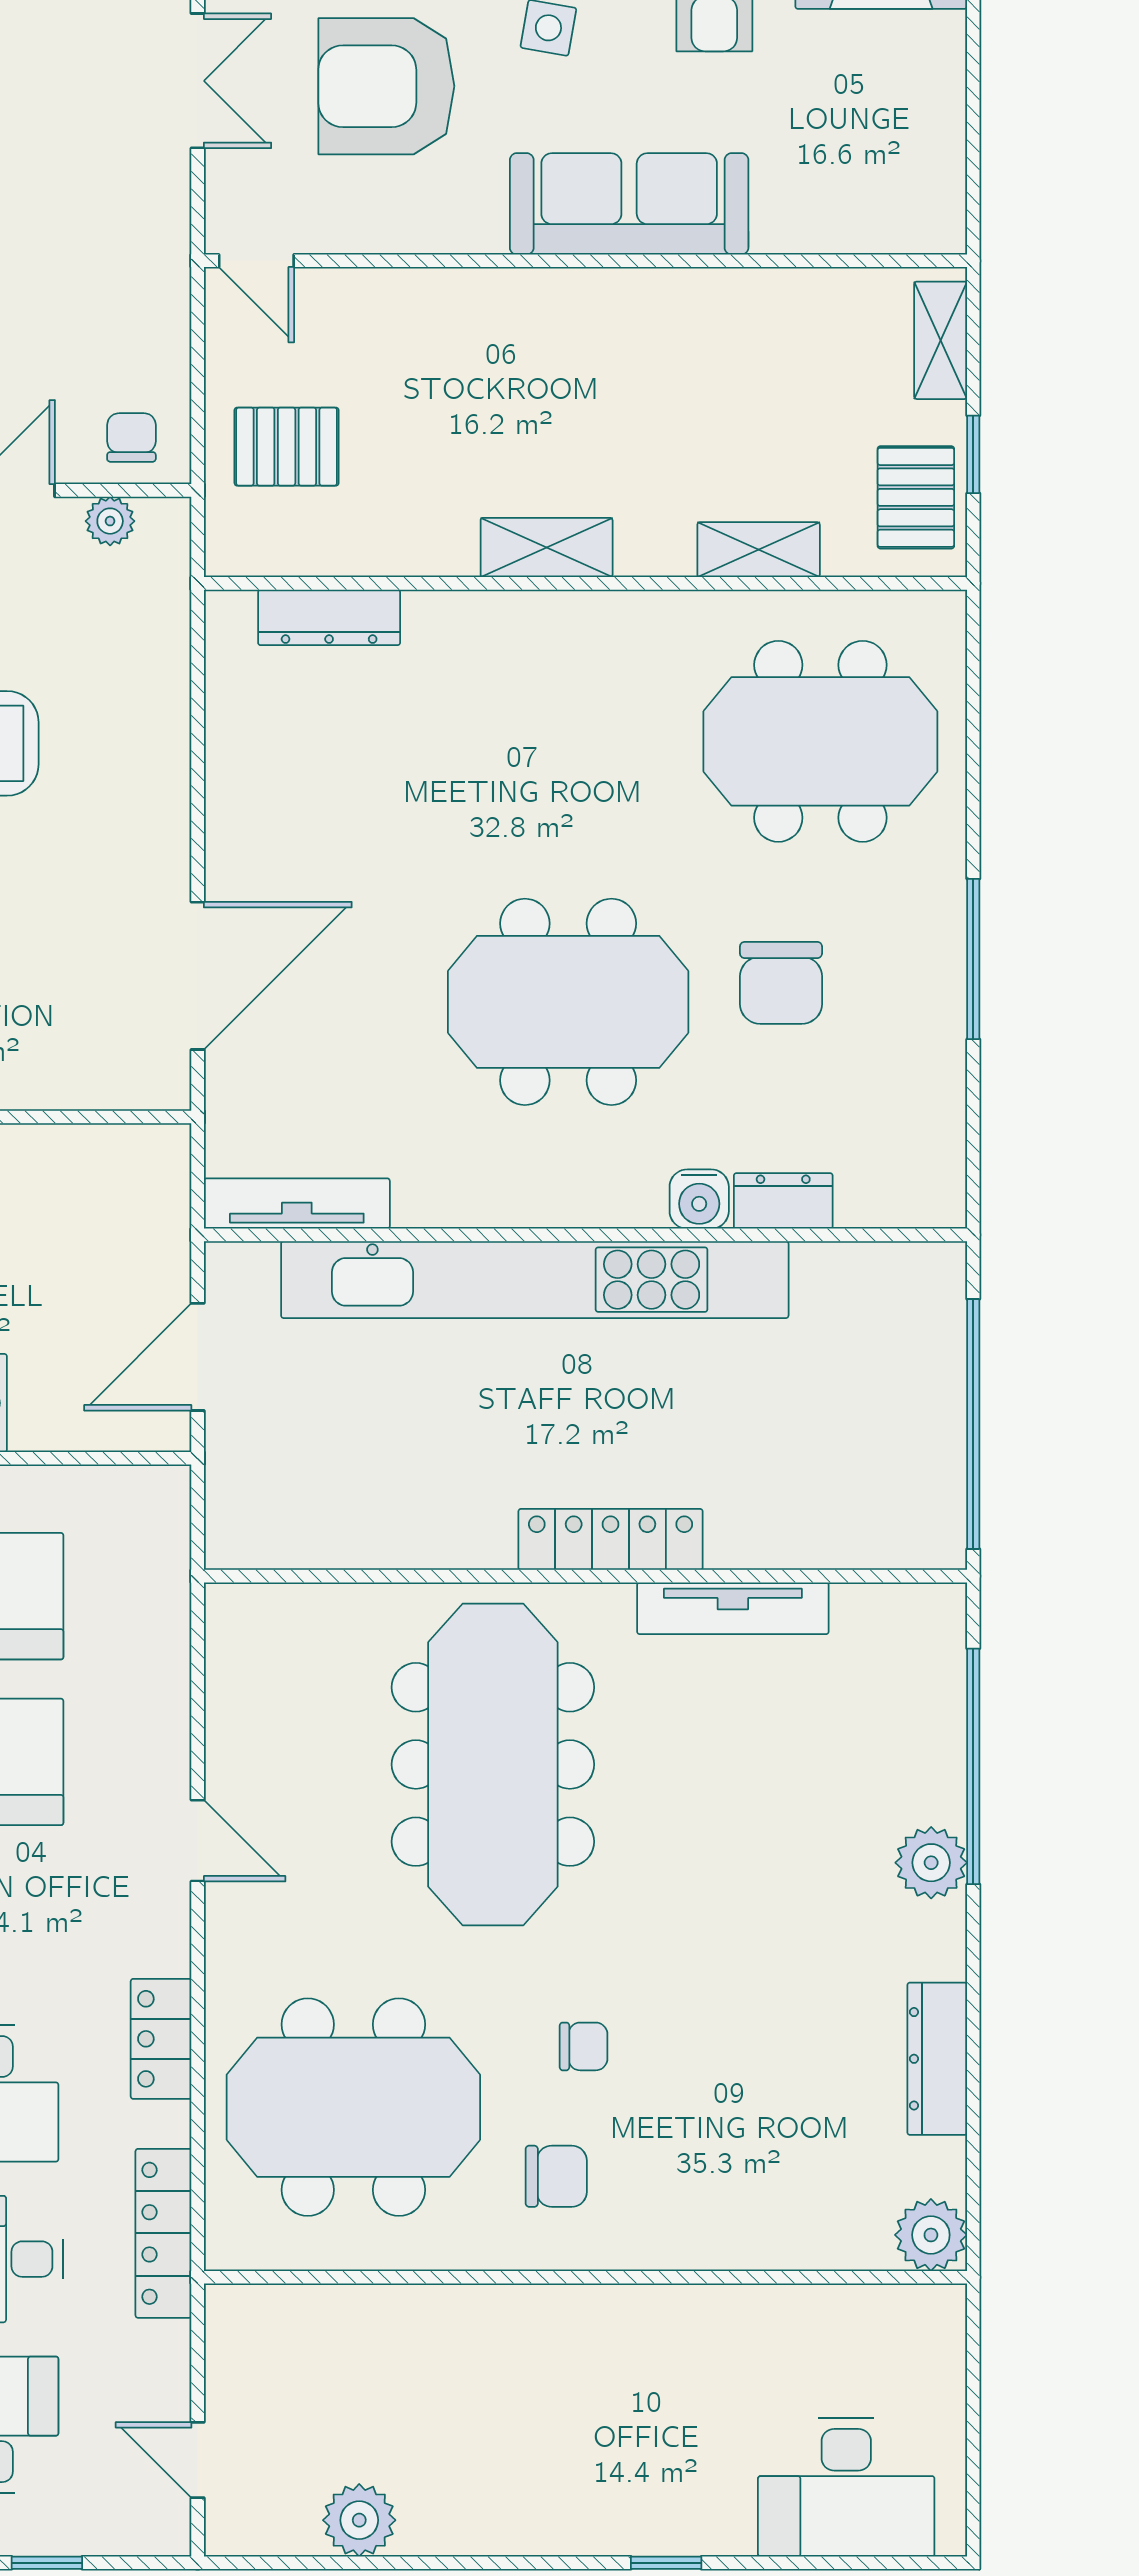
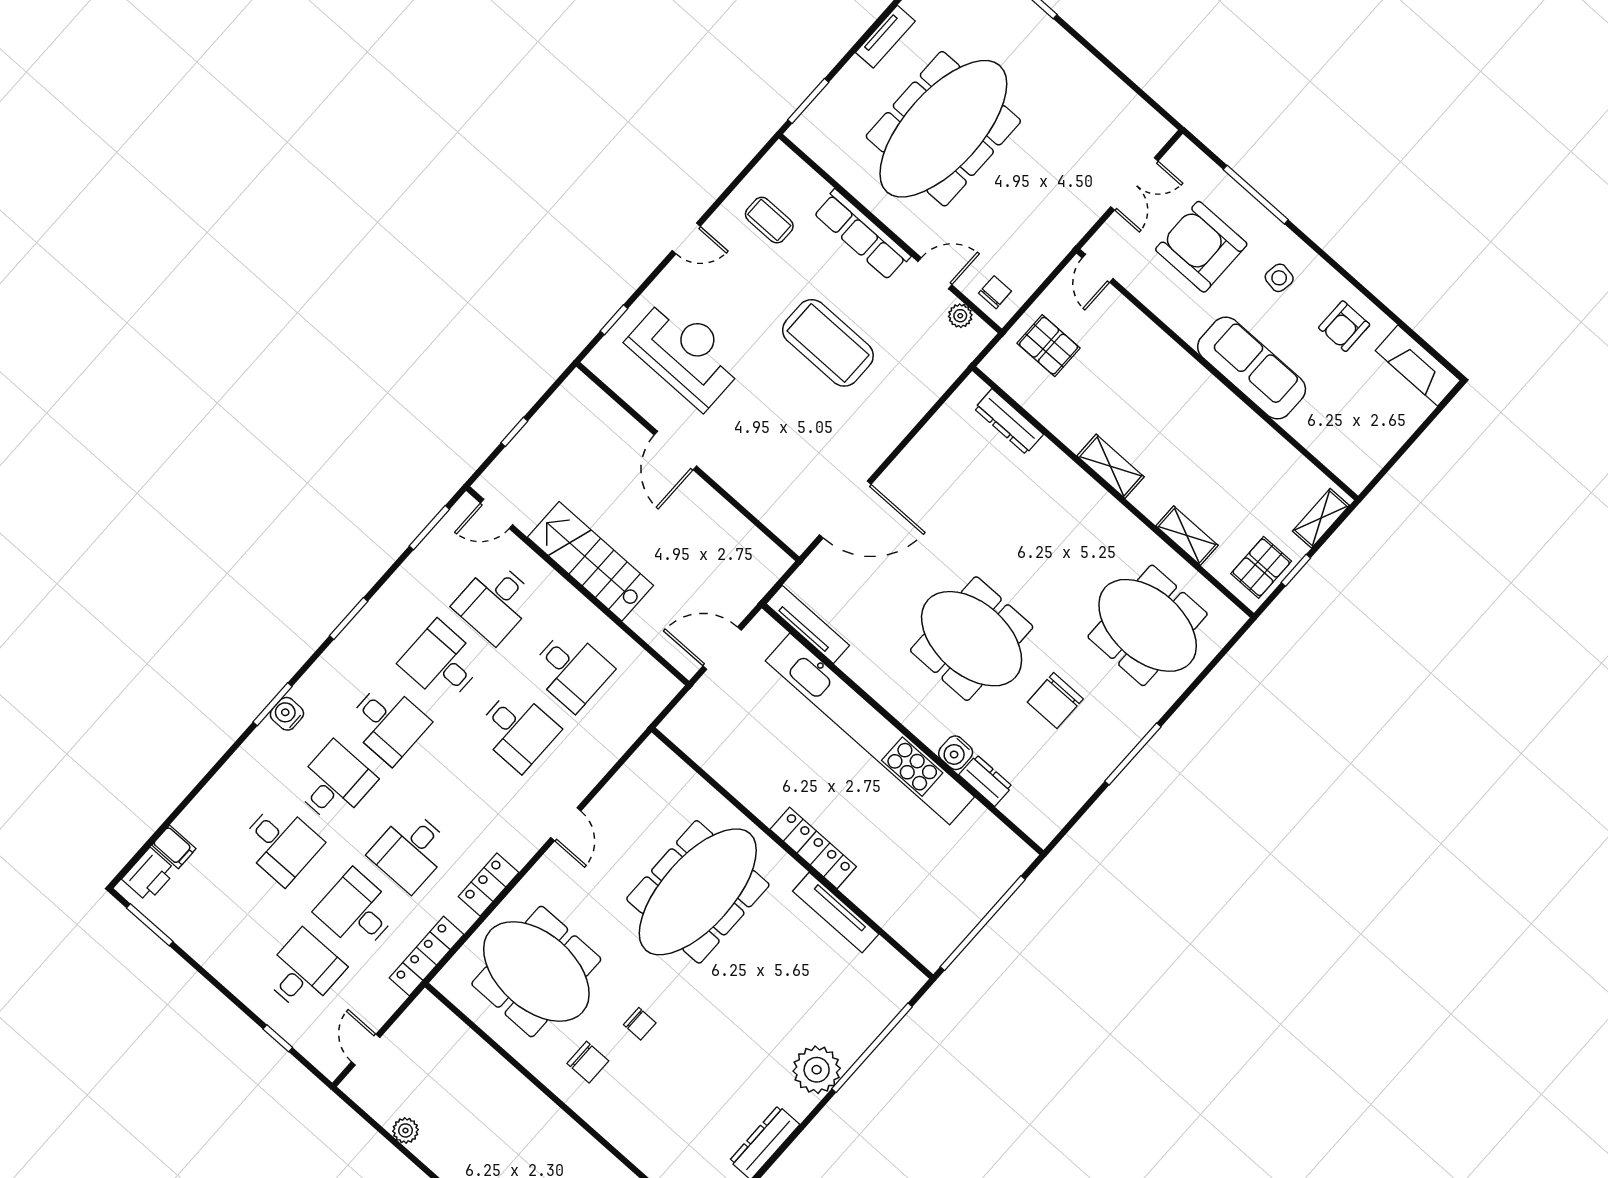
plant: (931, 1863) -> (817, 1070), width x1.36, depth x1.36
plant: (359, 2520) -> (405, 1130), width x0.73, depth x0.73

